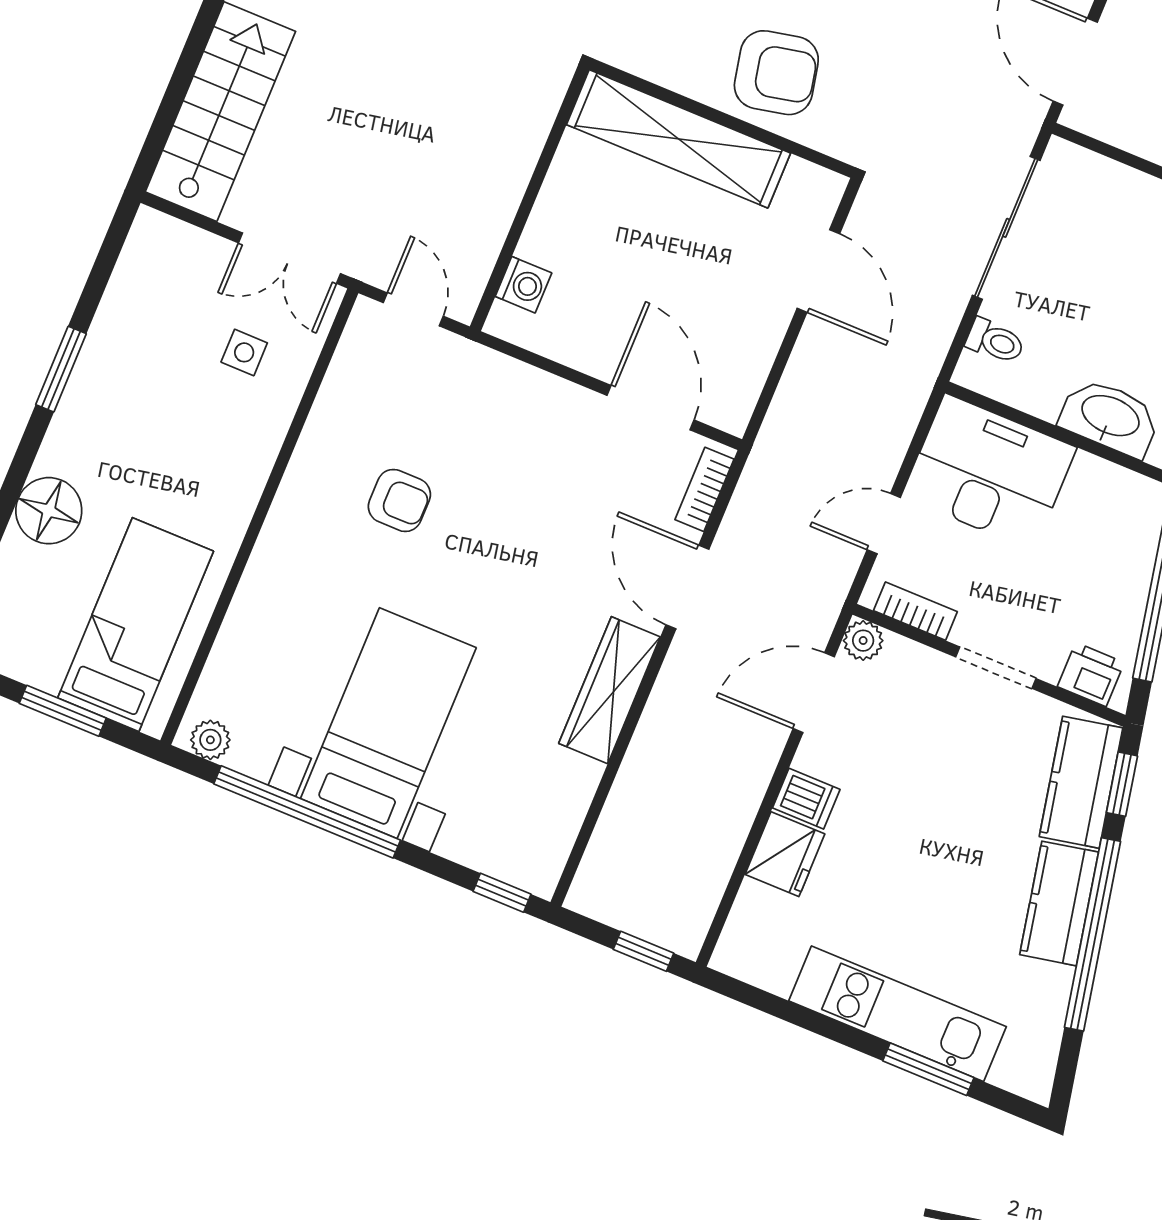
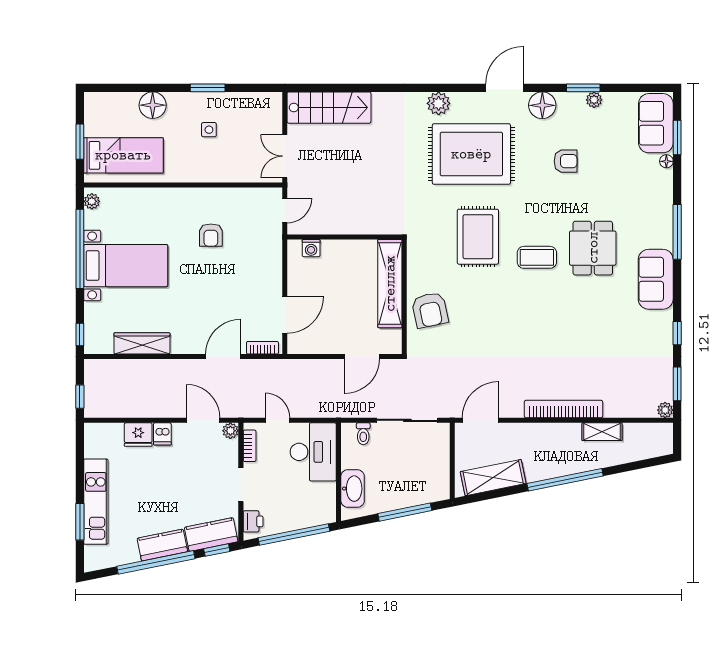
side table: (244, 352) -> (209, 130), moved
wardrobe: (610, 690) -> (142, 343), moved

